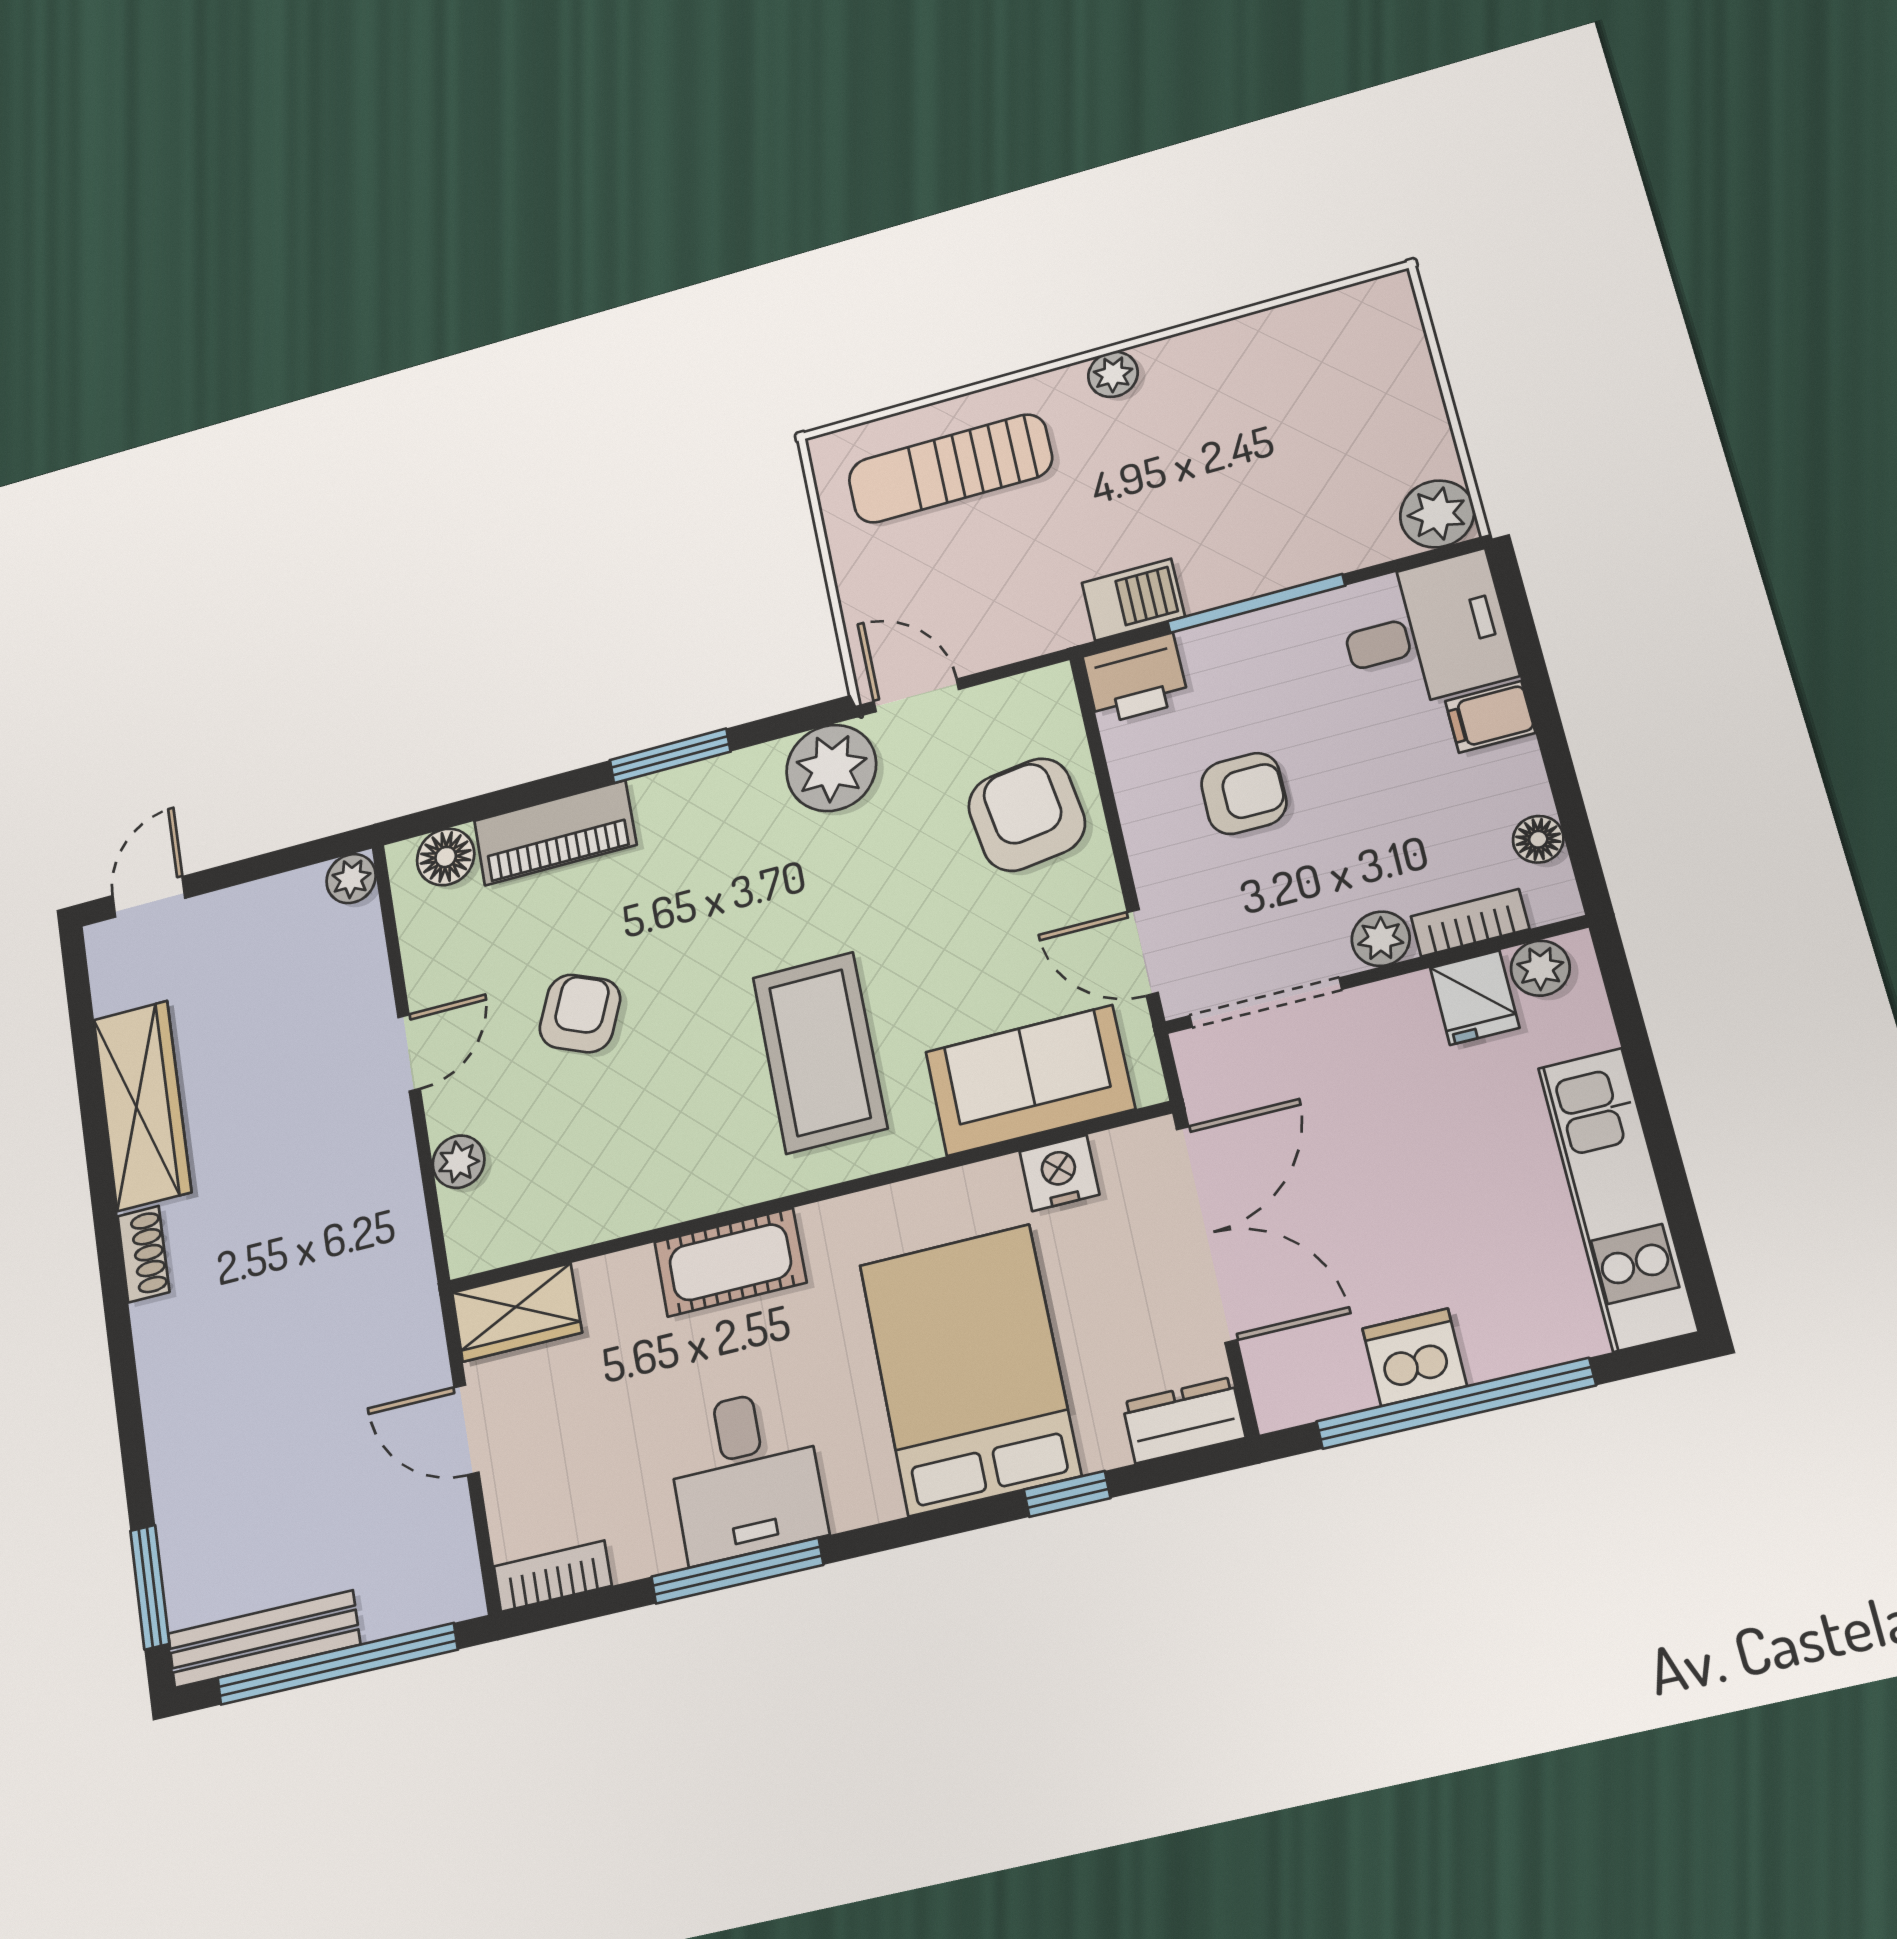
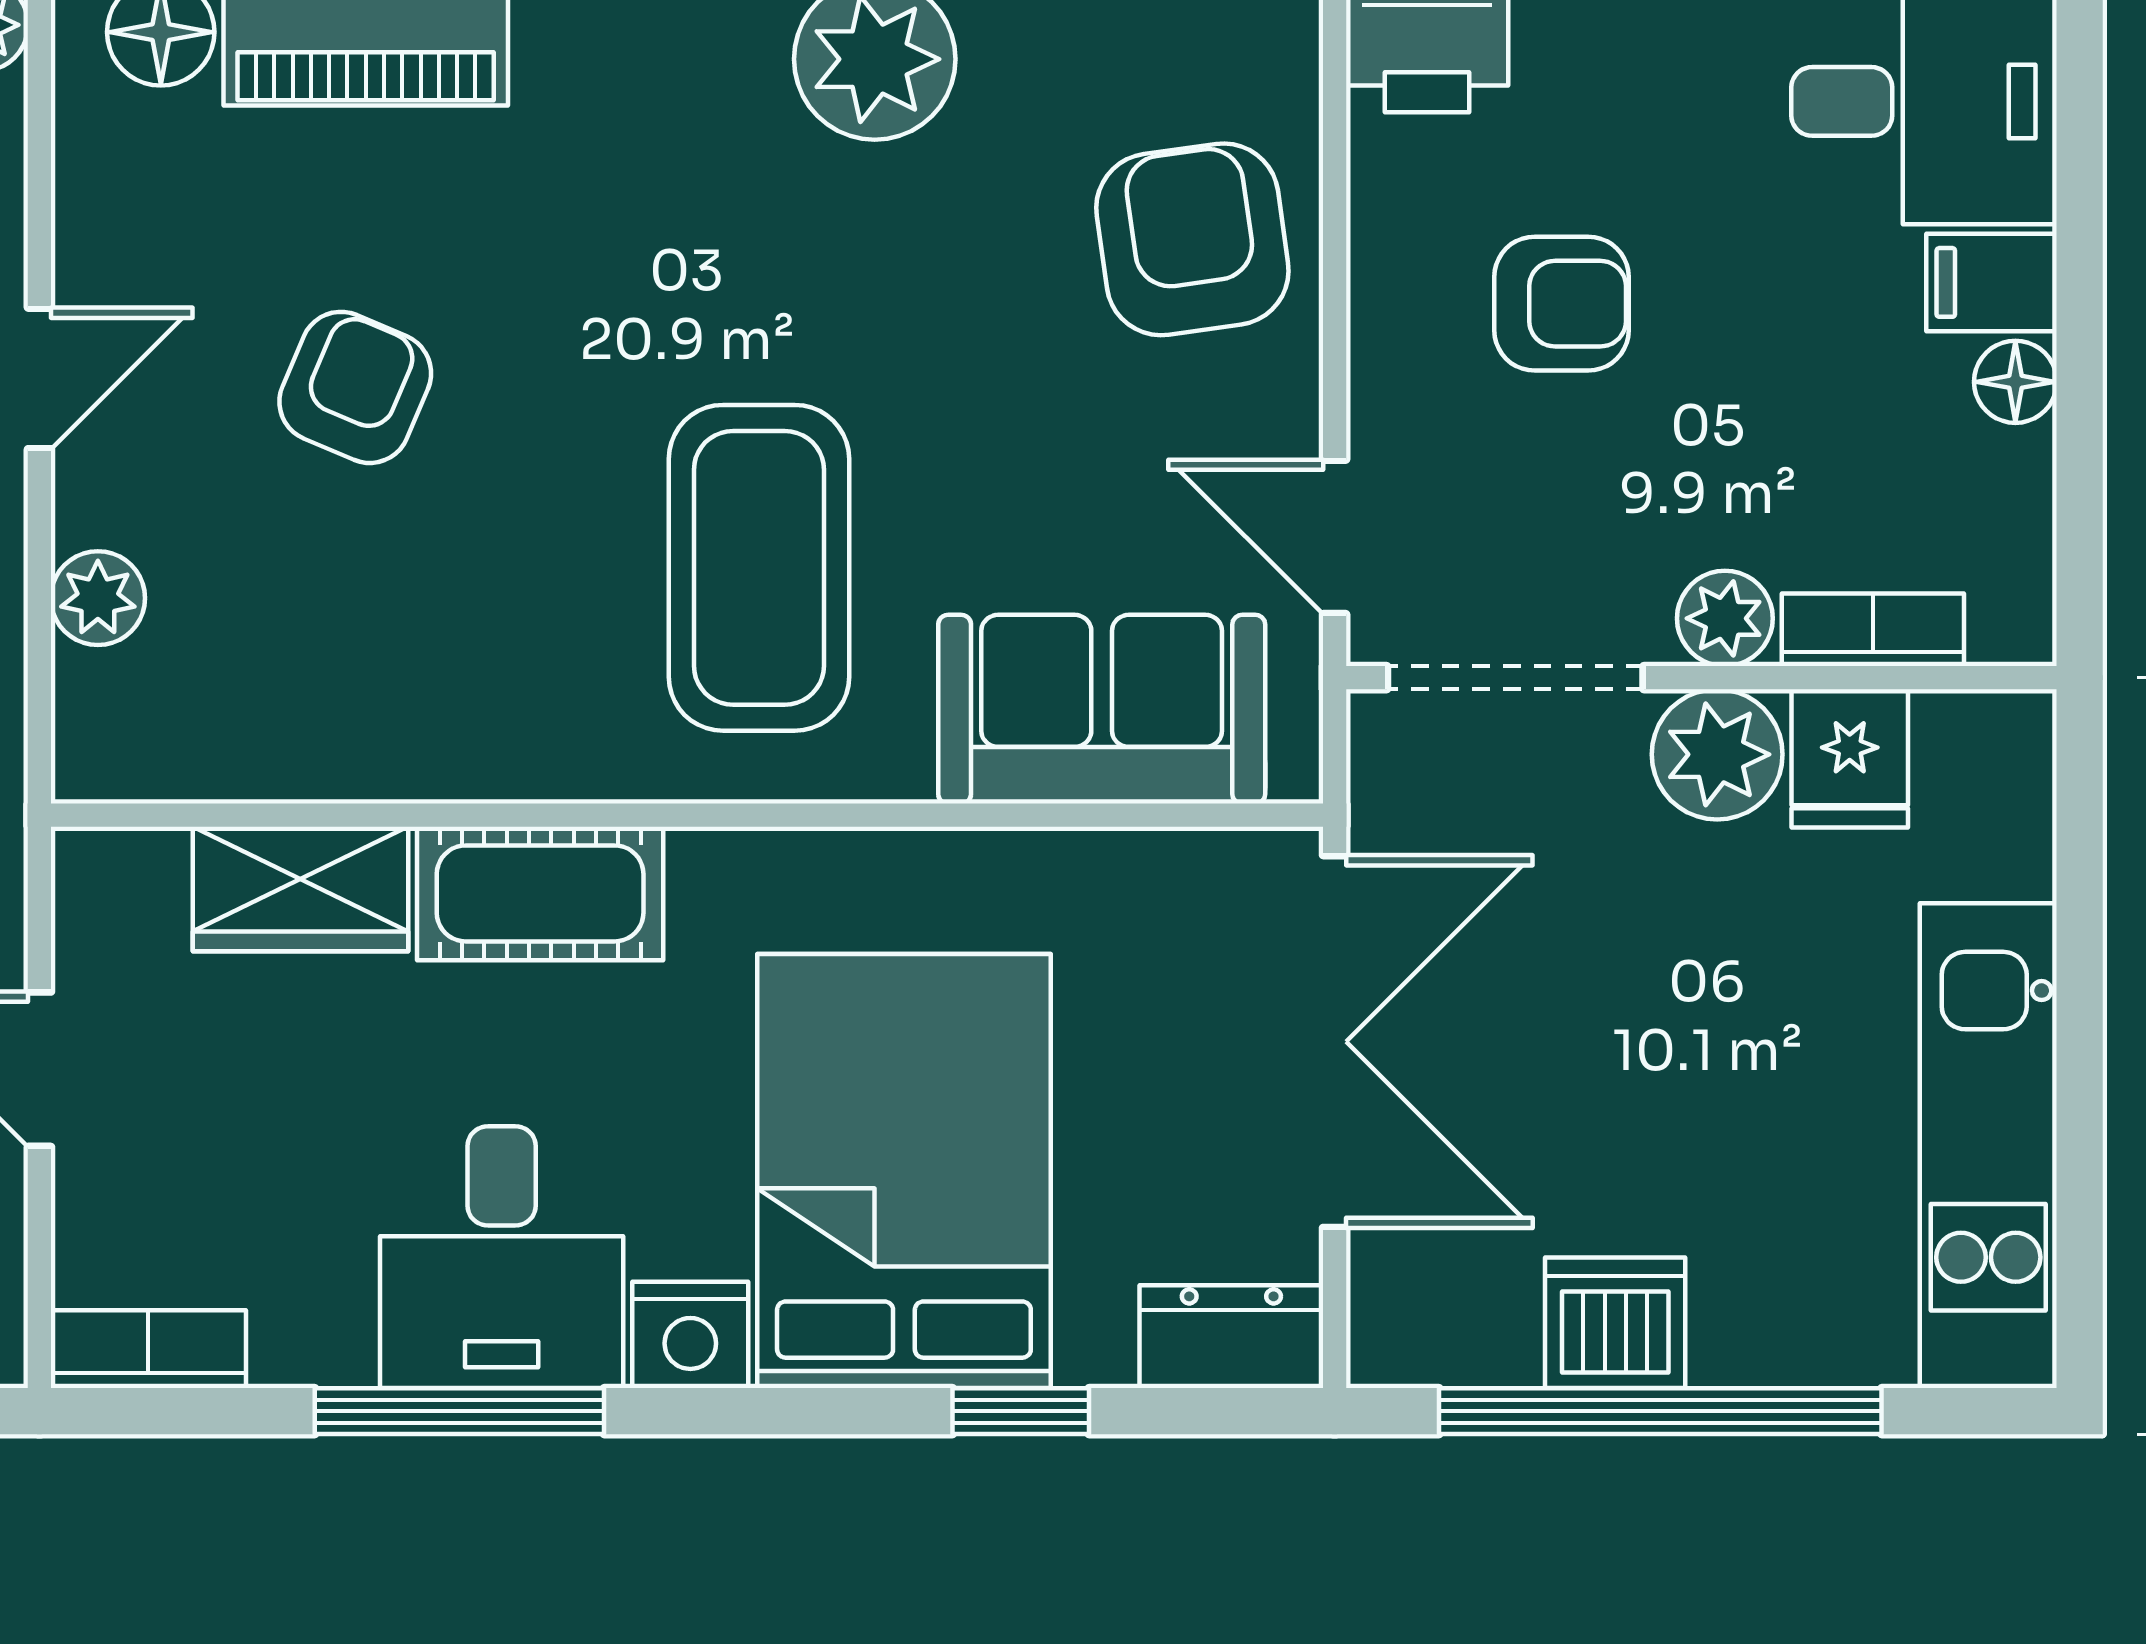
floor lamp: (1538, 839) -> (2015, 382), moved
plant: (1540, 968) -> (1717, 754), moved, width x1.38, depth x1.38
nightstand: (1059, 1173) -> (690, 1335), moved, turned 180
wardrobe: (517, 1312) -> (300, 889), moved

